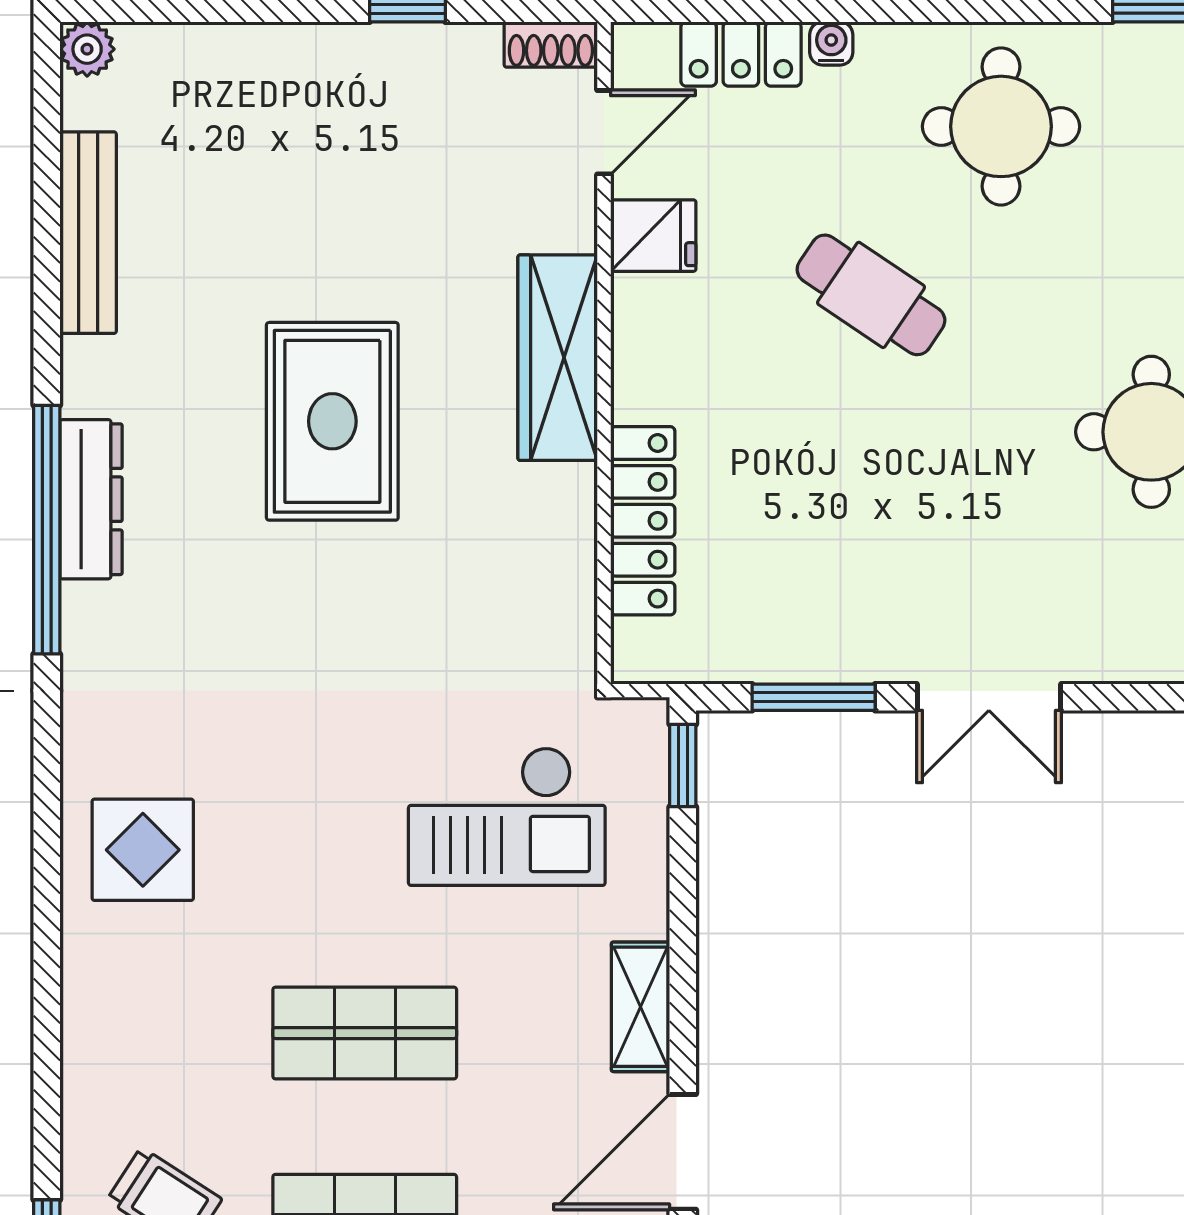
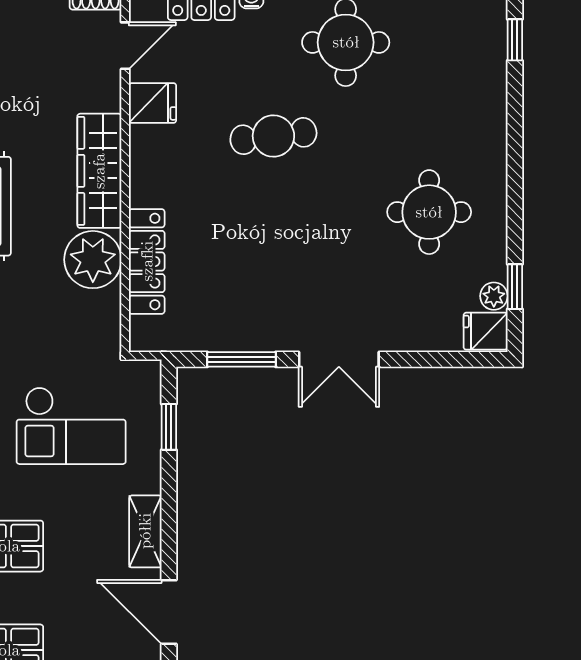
cafe table: (871, 295) -> (273, 136), turned -41
plant: (546, 517) -> (93, 260), added
window: (683, 766) -> (169, 427), moved
door: (683, 1152) -> (169, 612), hinge flipped

